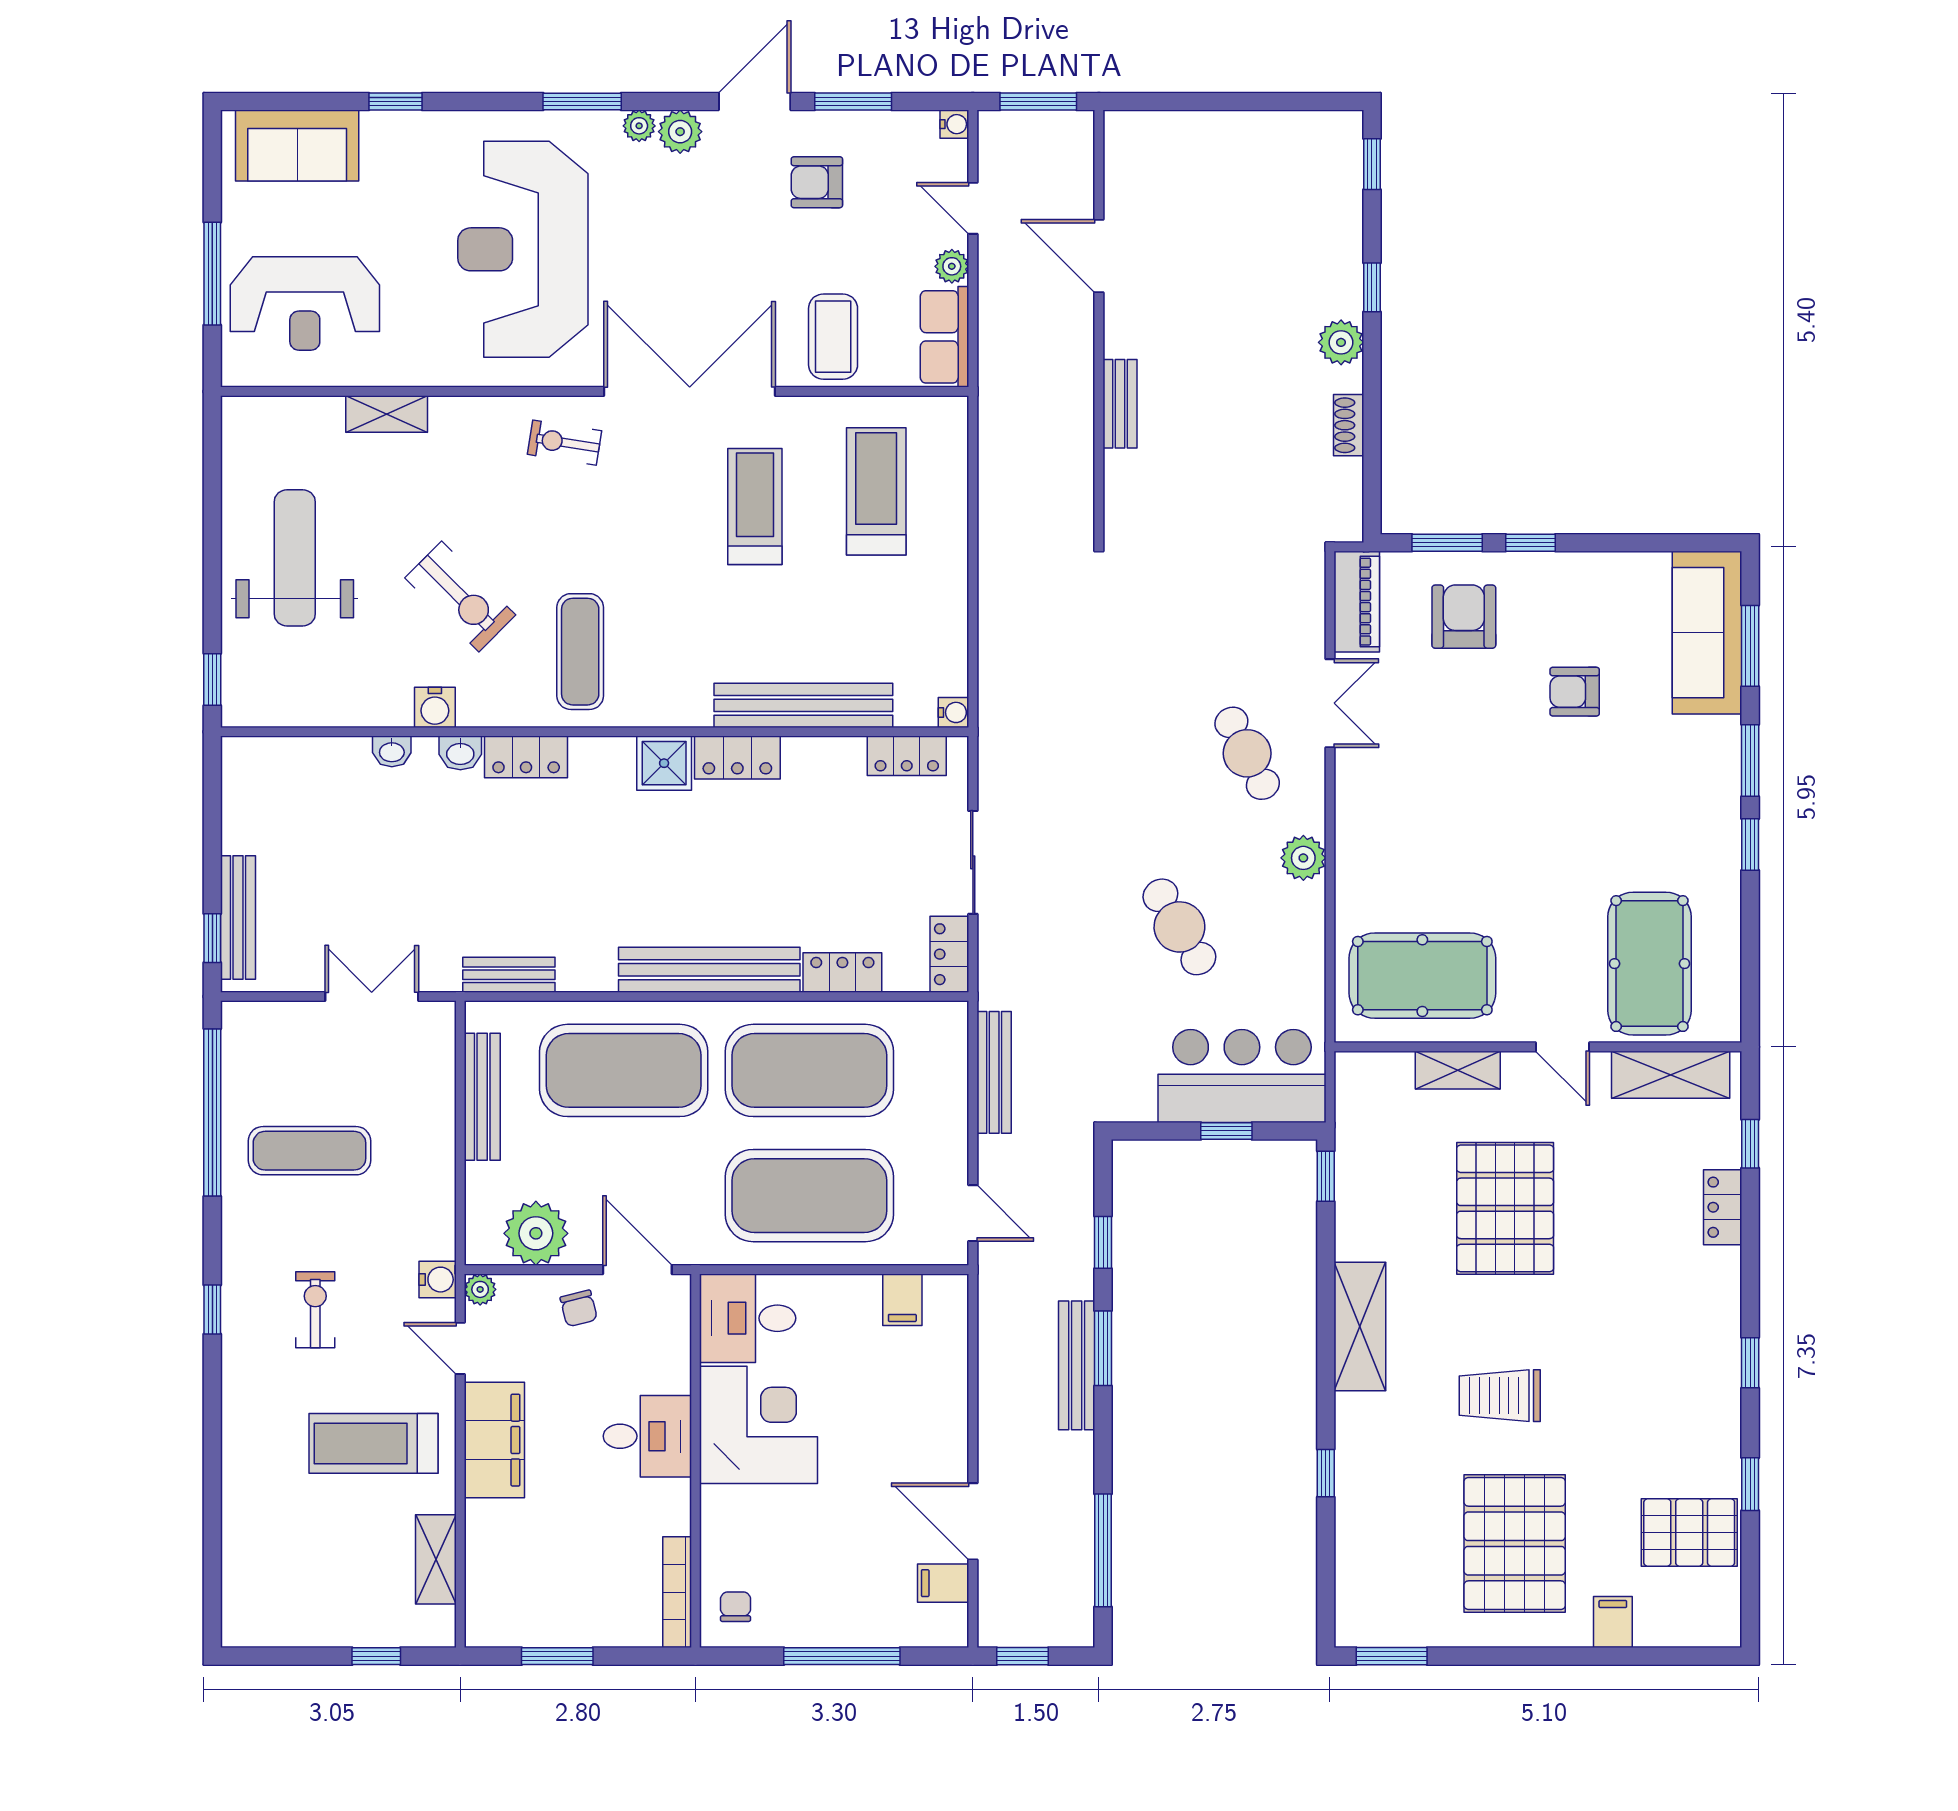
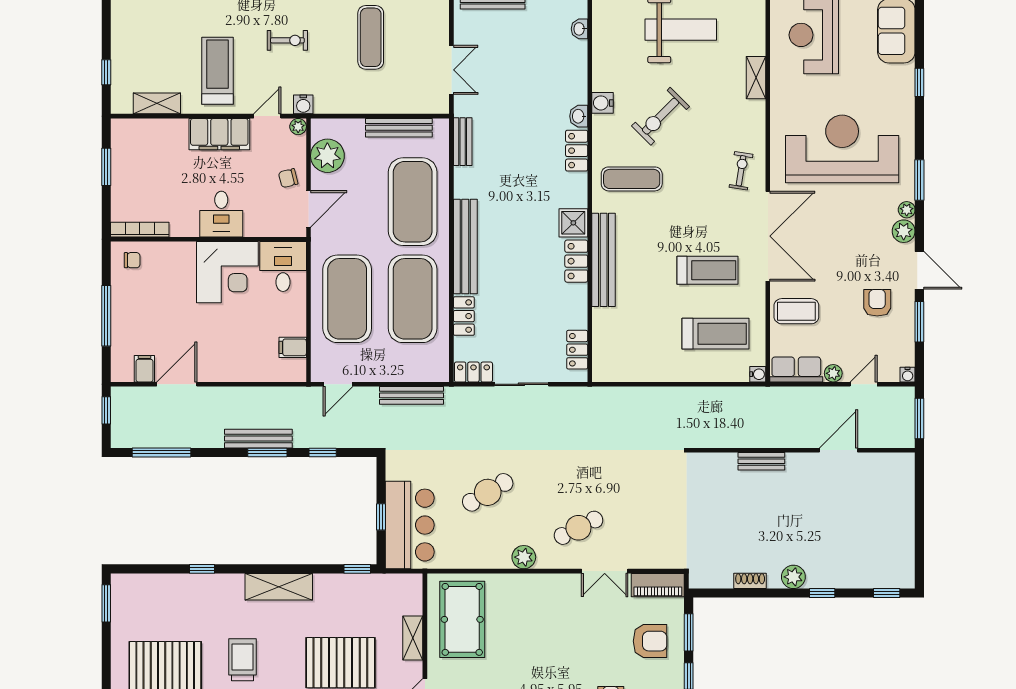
bench: (803, 705) -> (604, 260), moved
water cooler: (954, 712) -> (758, 374), moved, turned -90
washbasin: (392, 751) -> (579, 29), moved

